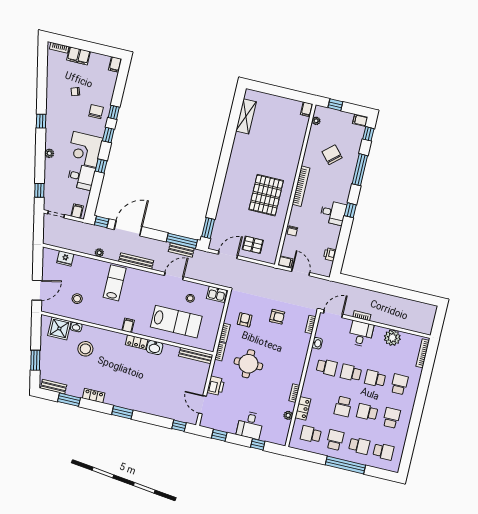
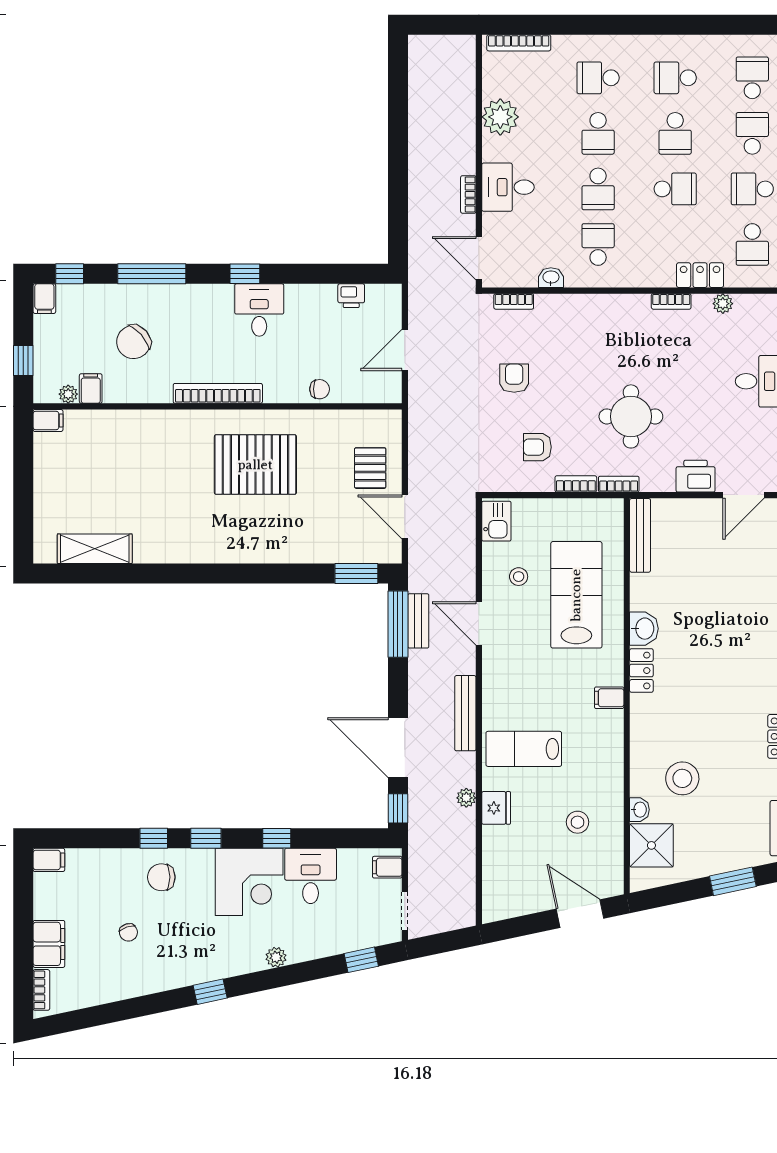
fridge: (65, 258) -> (496, 808), moved
filing cabinet: (285, 262) -> (91, 389), moved

